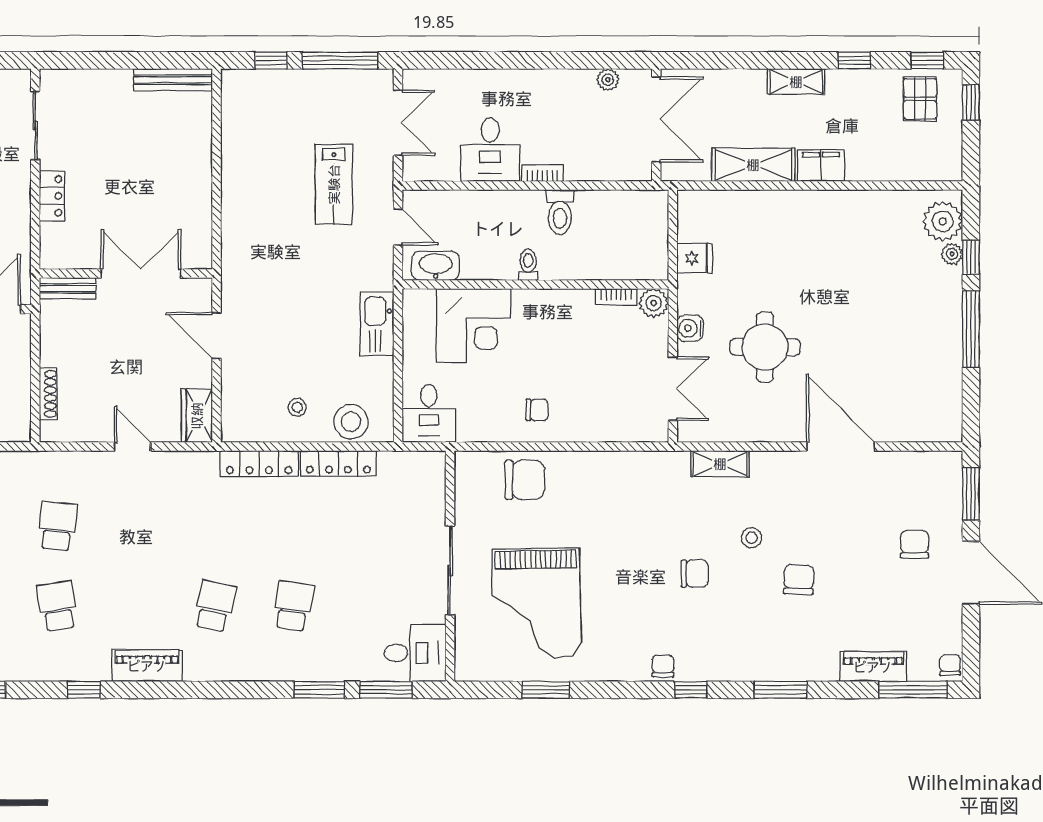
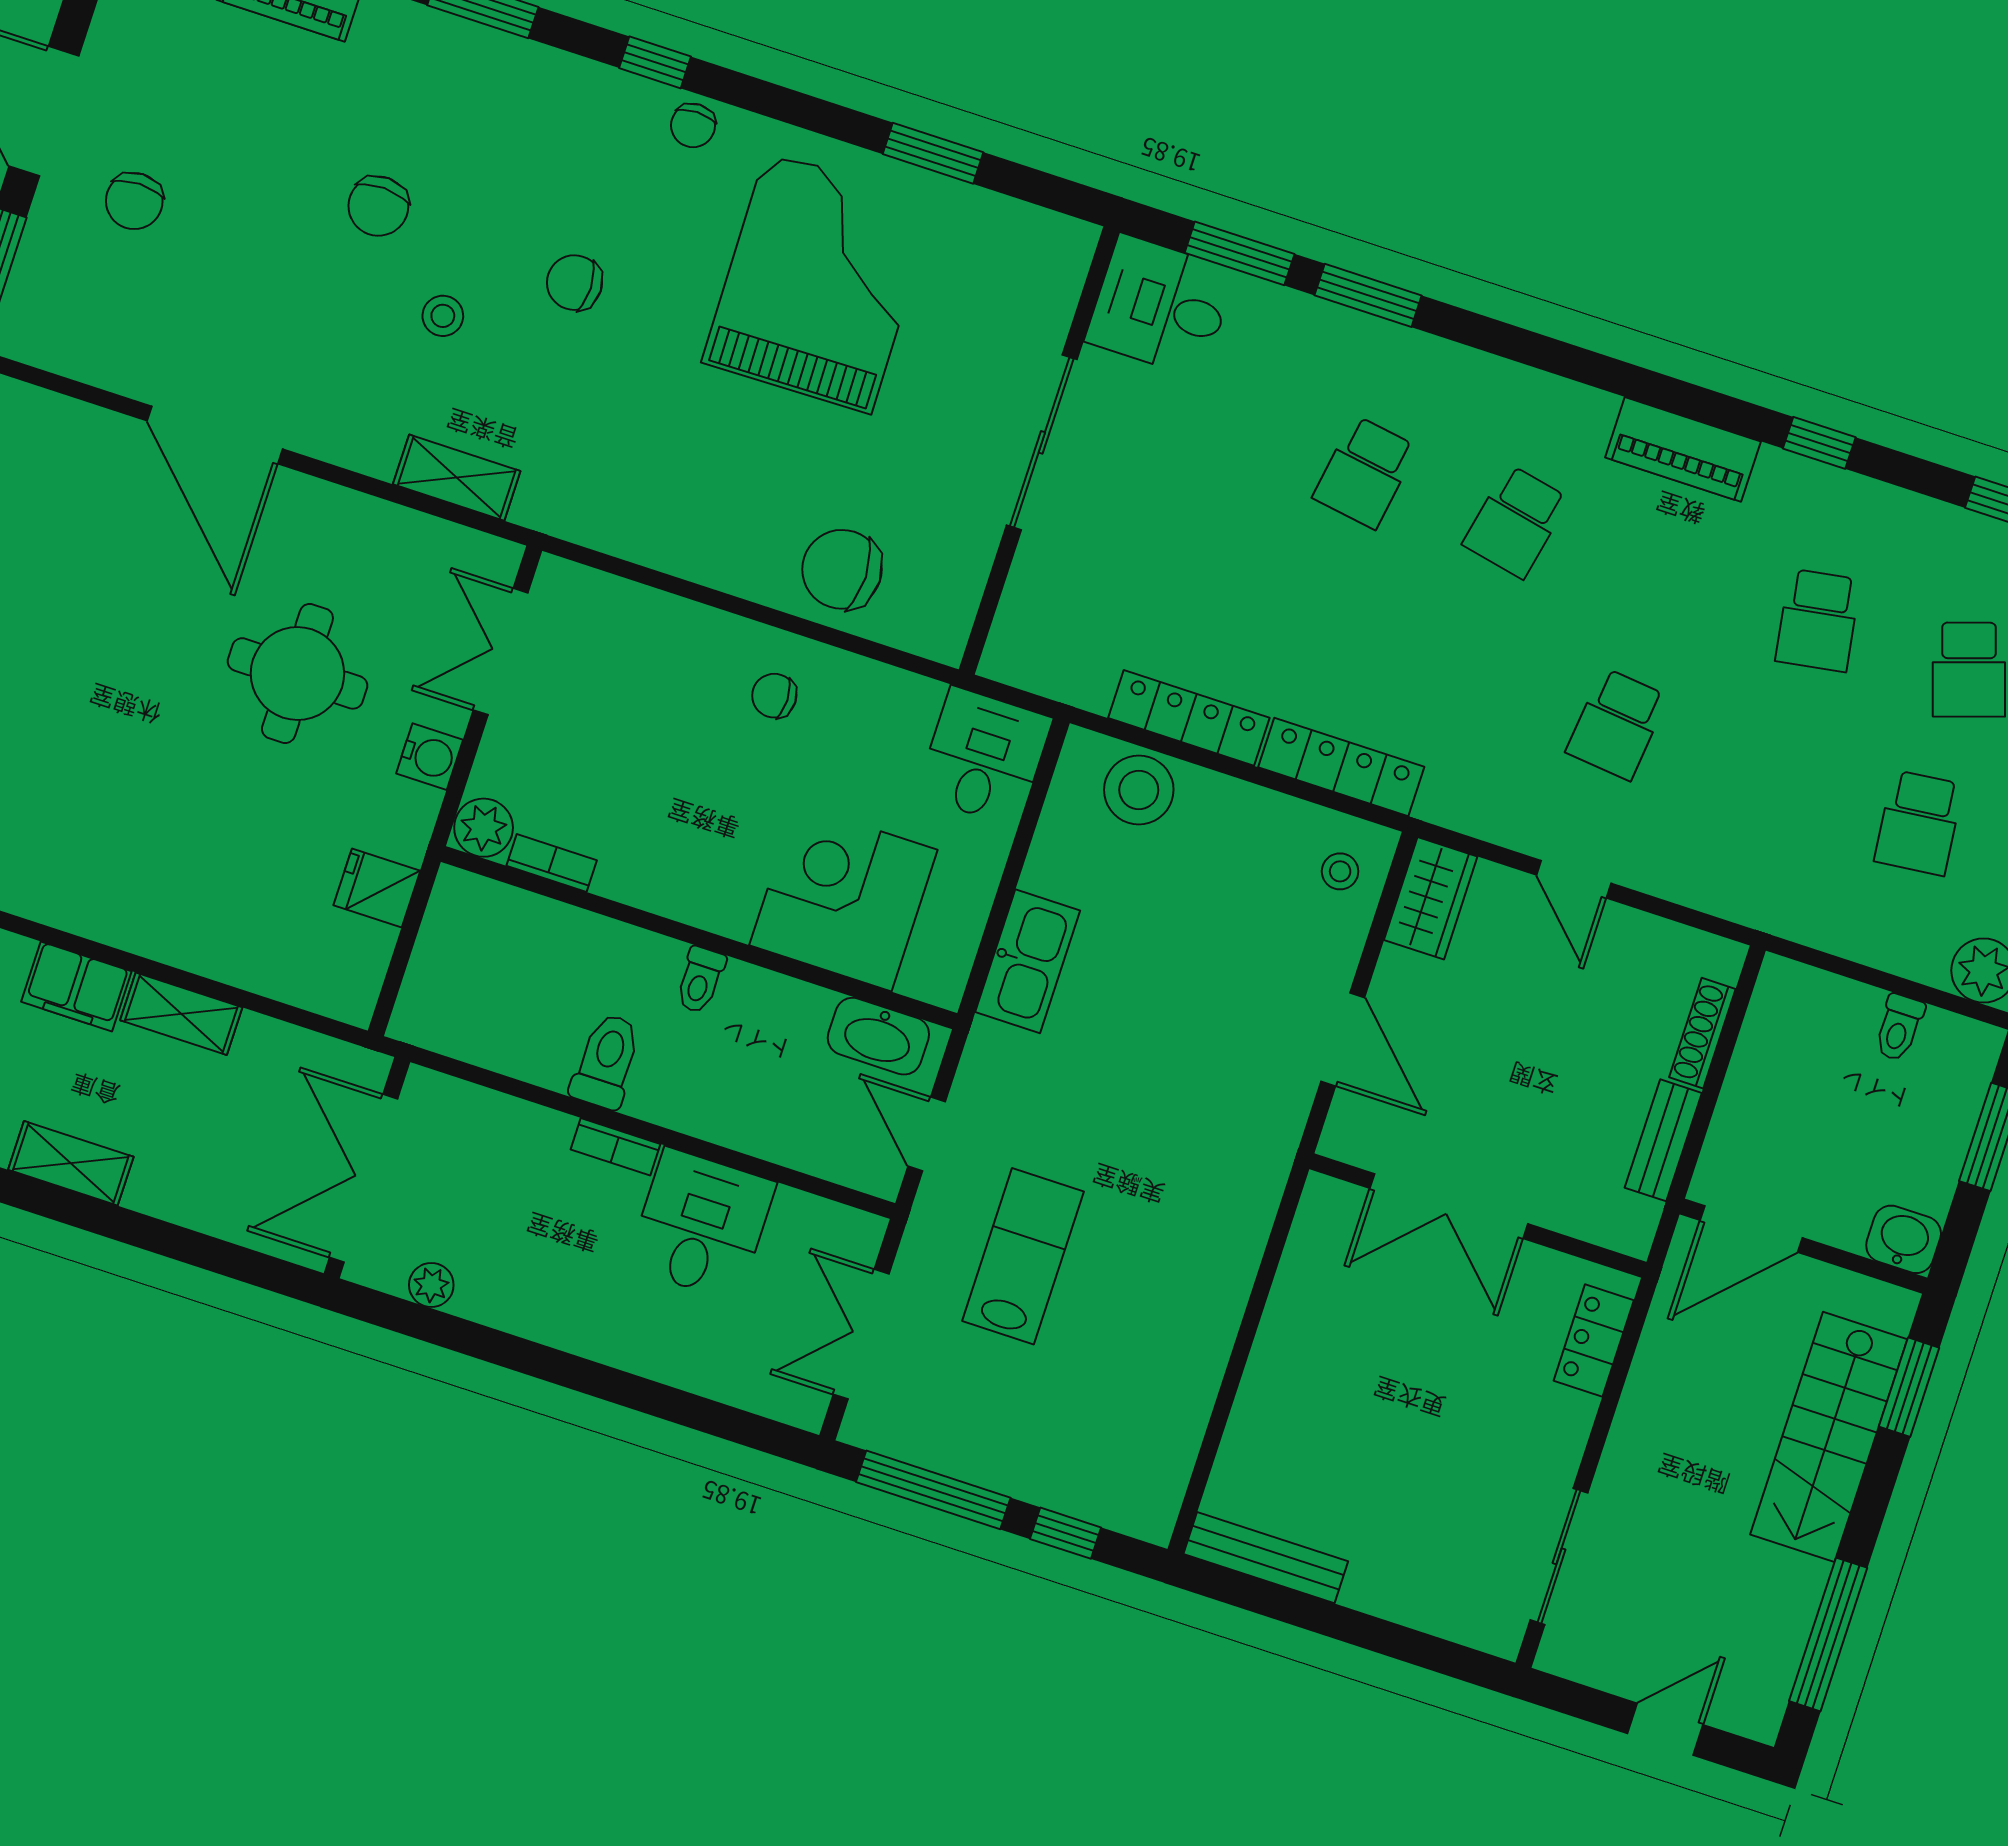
shelving: (753, 165) -> (181, 1014), width x0.67, depth x0.75
locker: (52, 196) -> (1594, 1340), moved
bench: (68, 288) -> (1663, 1140), moved, turned 90
stool: (297, 407) -> (1340, 871), moved
school desk: (57, 526) -> (1617, 724), moved
grand piano: (536, 604) -> (819, 282), moved

